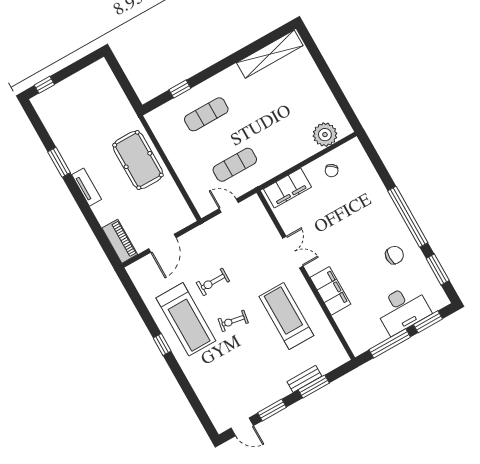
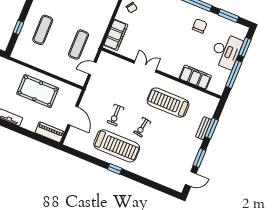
pool table: (138, 160) -> (38, 91), moved
filing cabinet: (330, 291) -> (195, 77), moved

